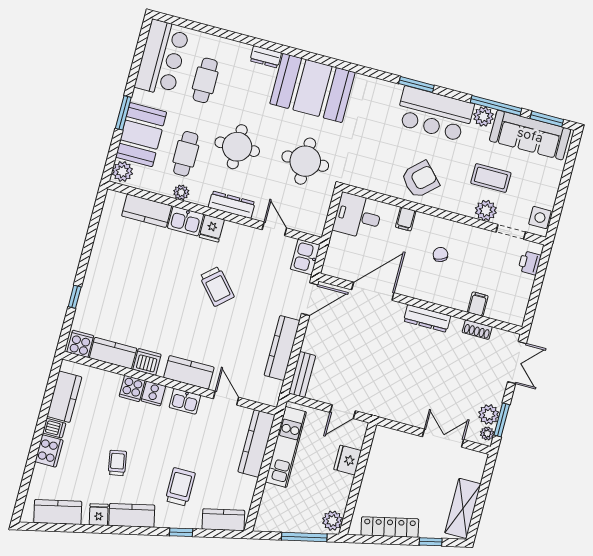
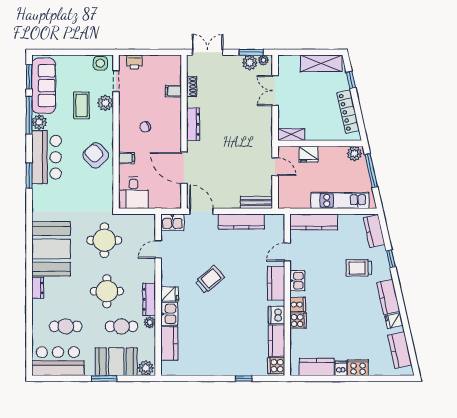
dresser: (232, 205) -> (149, 299), moved
shelving: (379, 444) -> (291, 135), added
kitchen unit: (286, 447) -> (340, 200), moved
trolley: (117, 463) -> (354, 317), removed

